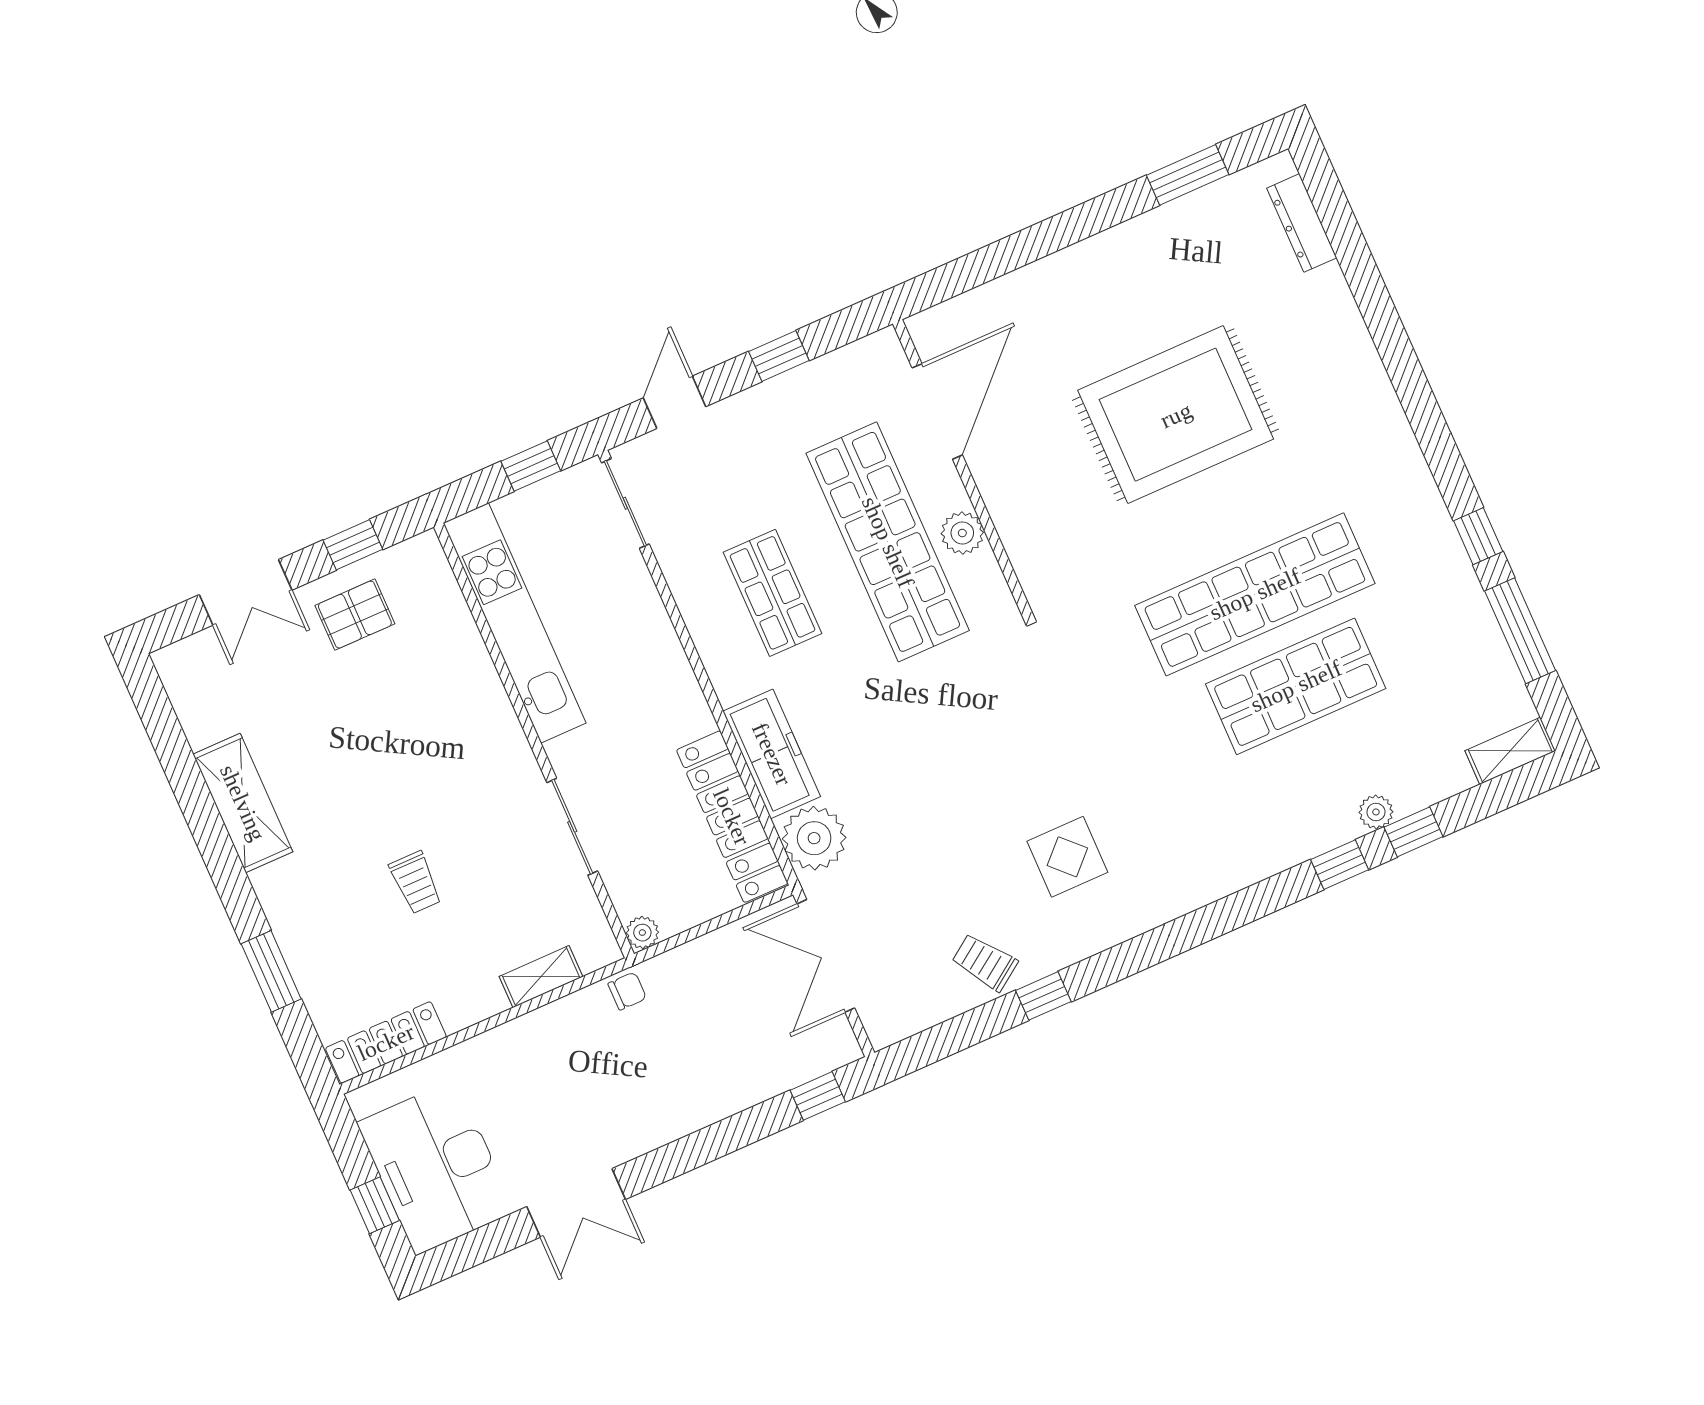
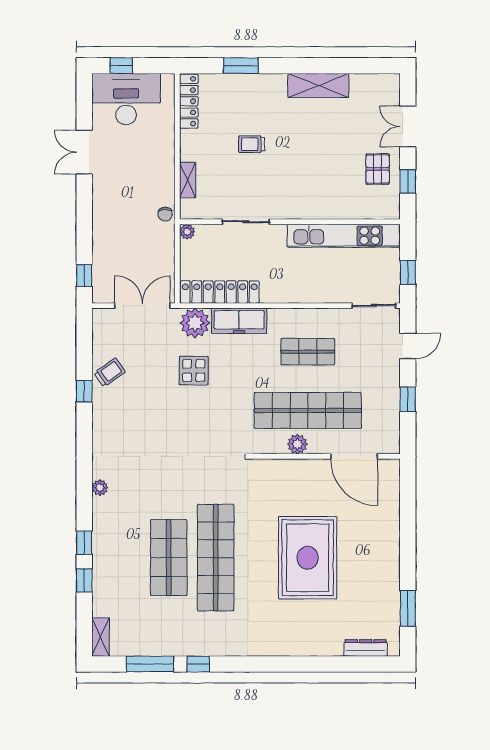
door: (675, 402) -> (408, 346), hinge flipped
plant: (1376, 812) -> (100, 488), moved
display table: (1067, 857) -> (194, 371), moved

